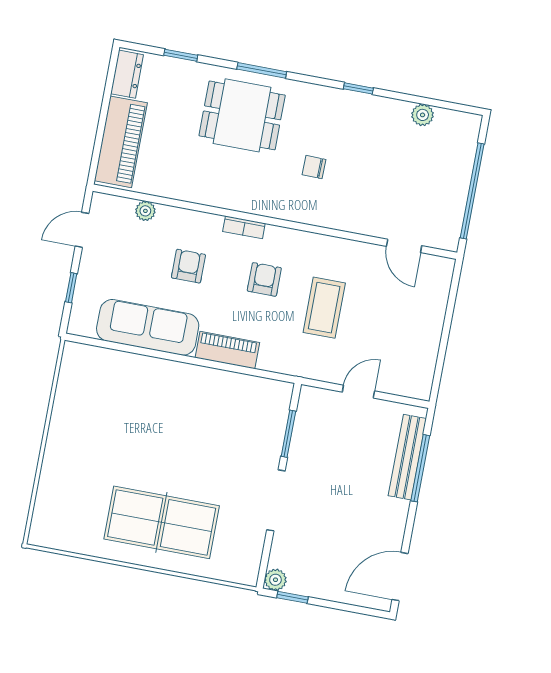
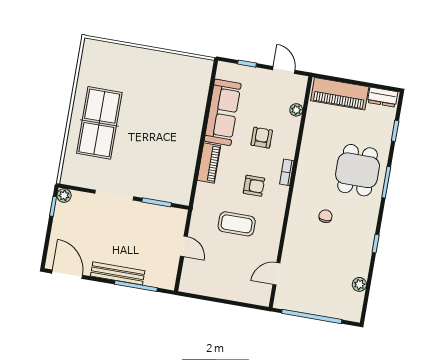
armchair: (188, 266) -> (262, 138), turned -90
bench: (407, 457) -> (118, 273), moved

